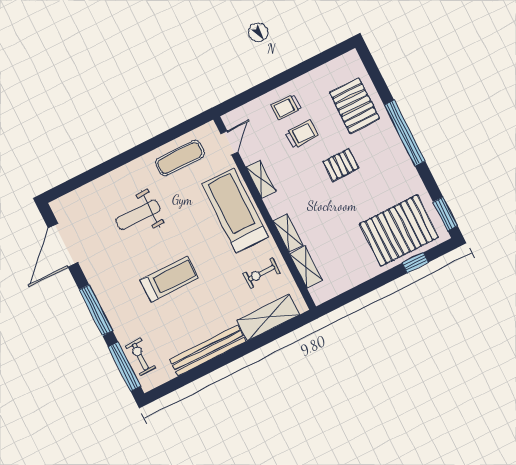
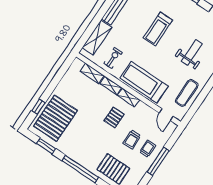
window: (281, 79) -> (158, 161), added
pallet: (341, 165) -> (114, 118), moved
shelving: (261, 179) -> (129, 98), moved
treadmill: (235, 211) -> (144, 82), turned 180
window: (445, 214) -> (46, 146), moved

